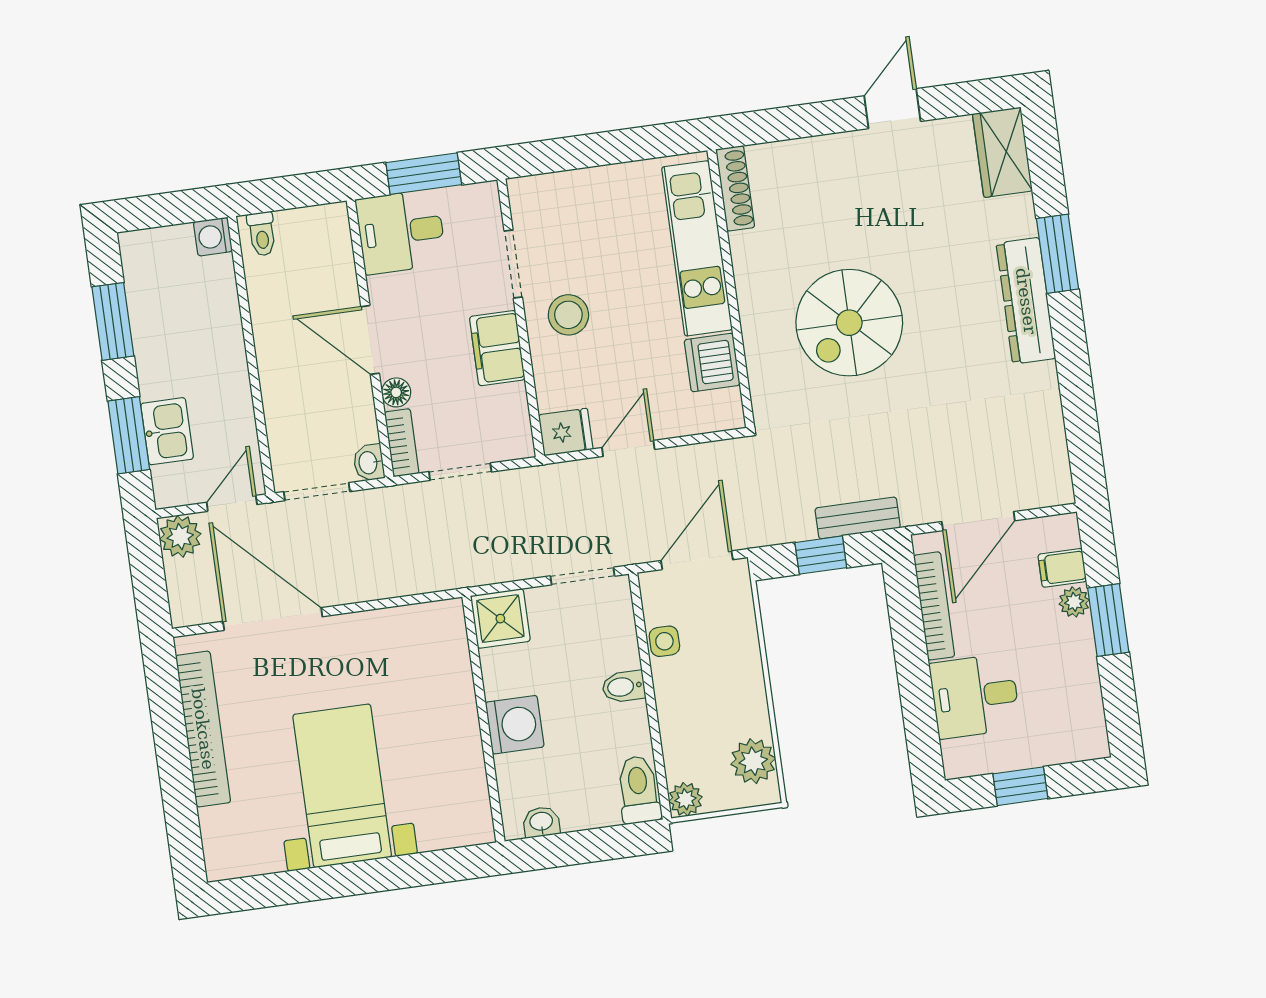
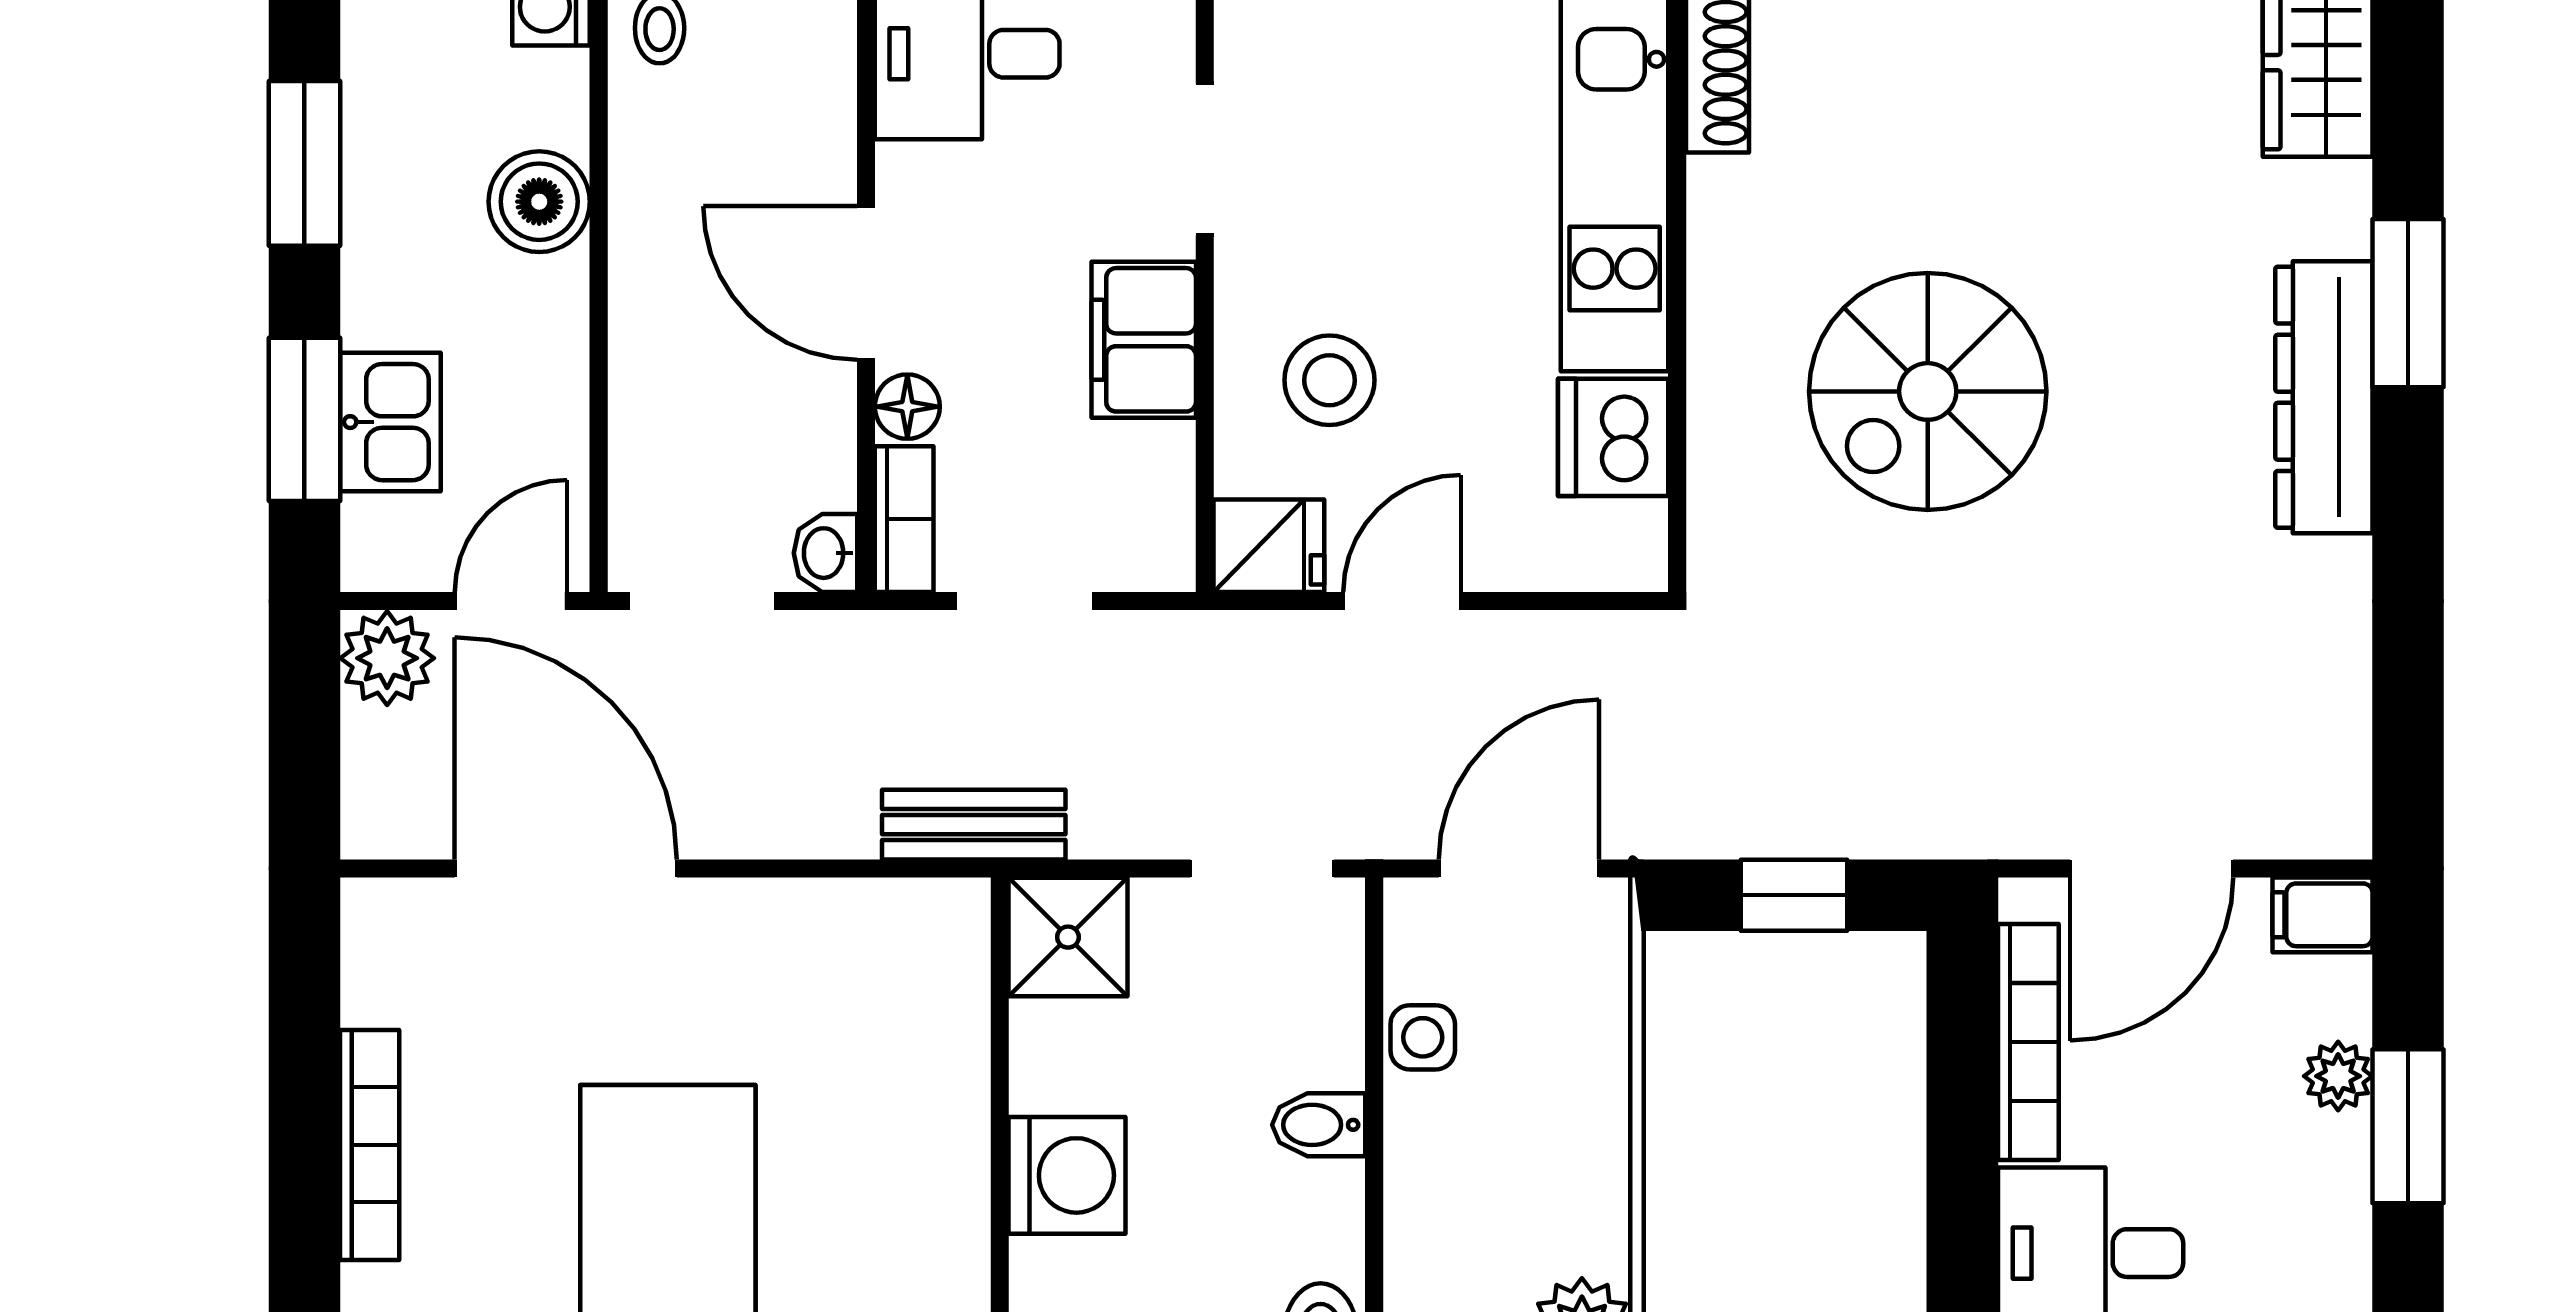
stool: (568, 315) -> (1329, 380), moved
boiler: (220, 324) -> (539, 202), added
bench: (858, 518) -> (974, 825), moved
filing cabinet: (1062, 568) -> (2322, 915), moved
bookcase: (203, 729) -> (370, 1145), width x0.68, depth x0.76

